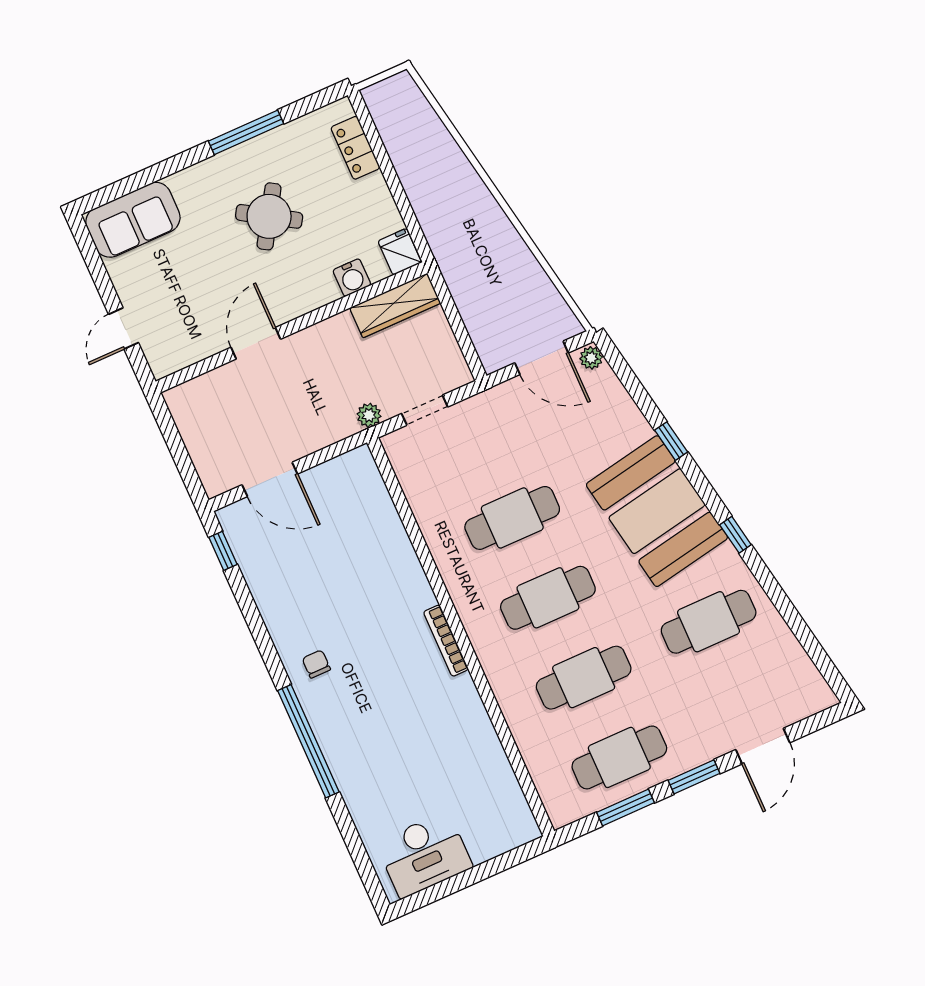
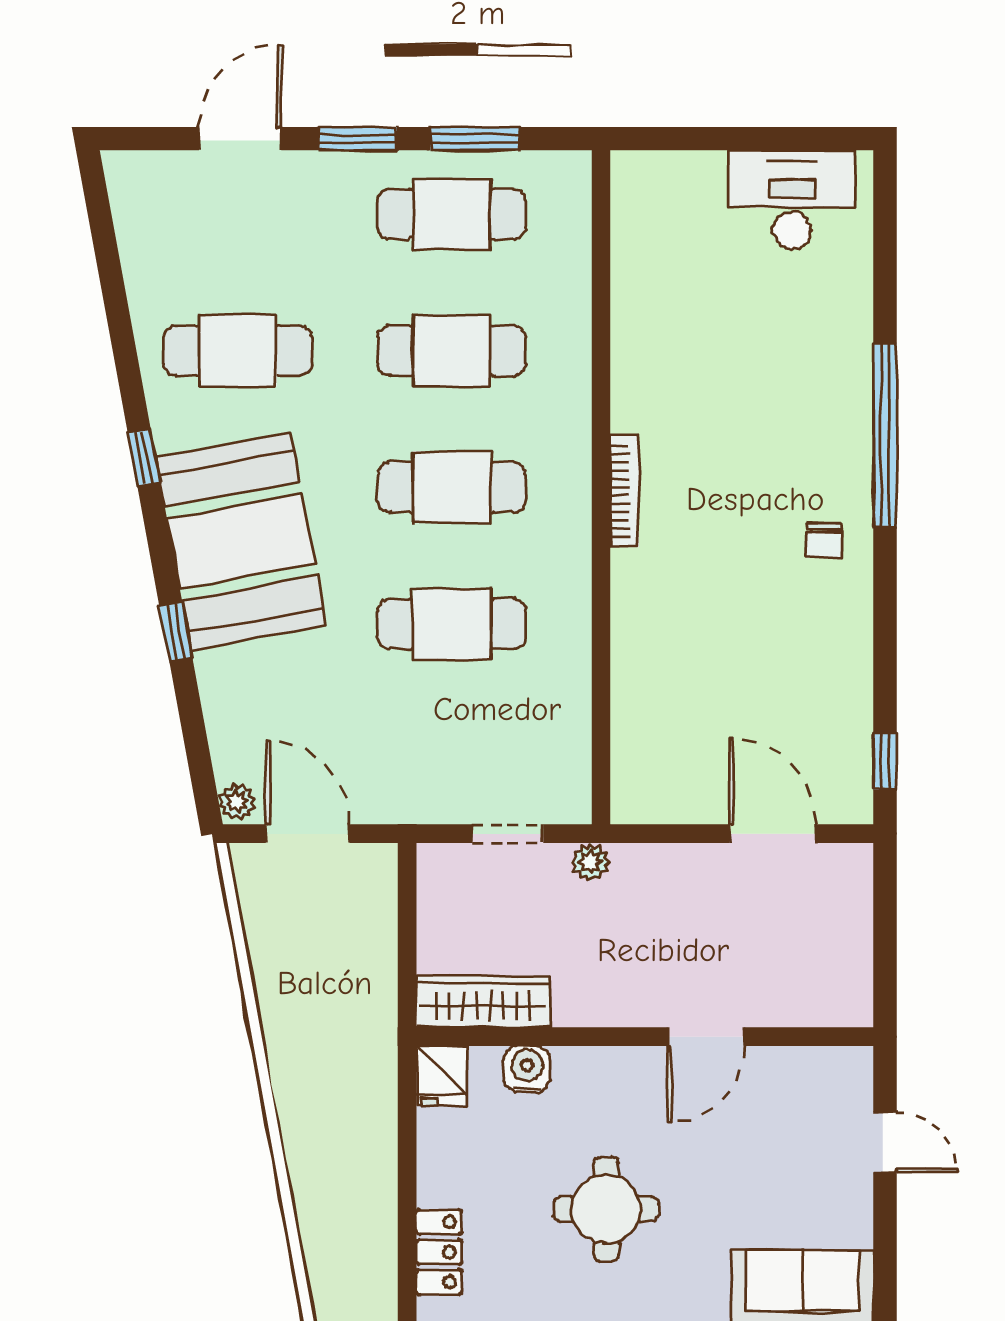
round table: (269, 216) -> (606, 1209), turned -32
door: (124, 328) -> (885, 1142), hinge flipped

